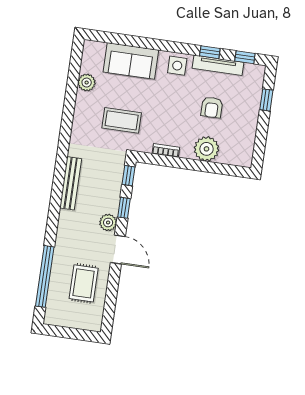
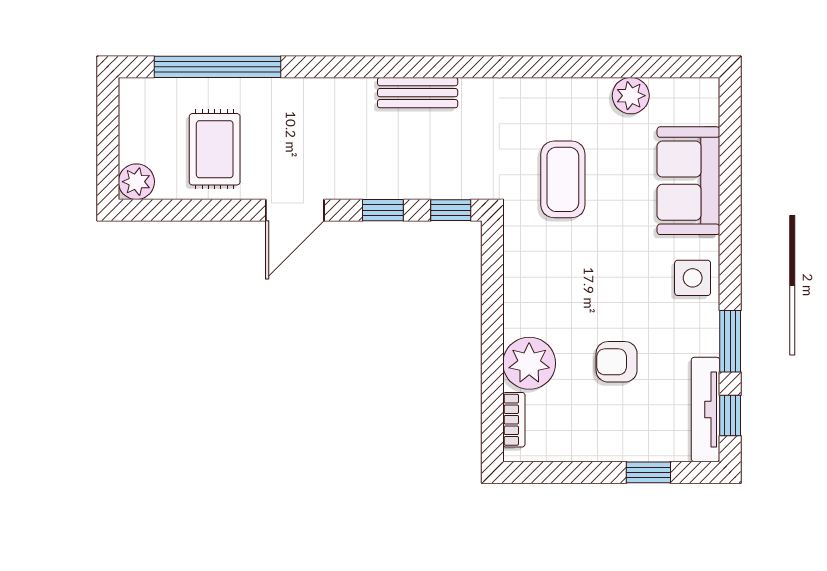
window: (210, 52) -> (730, 341), width x1.50
tv unit: (218, 65) -> (705, 409), moved
bookcase: (166, 150) -> (514, 420), moved
bench: (71, 183) -> (418, 93), width x0.73
plant: (108, 222) -> (136, 182), moved
rug: (84, 283) -> (215, 149), turned 90

